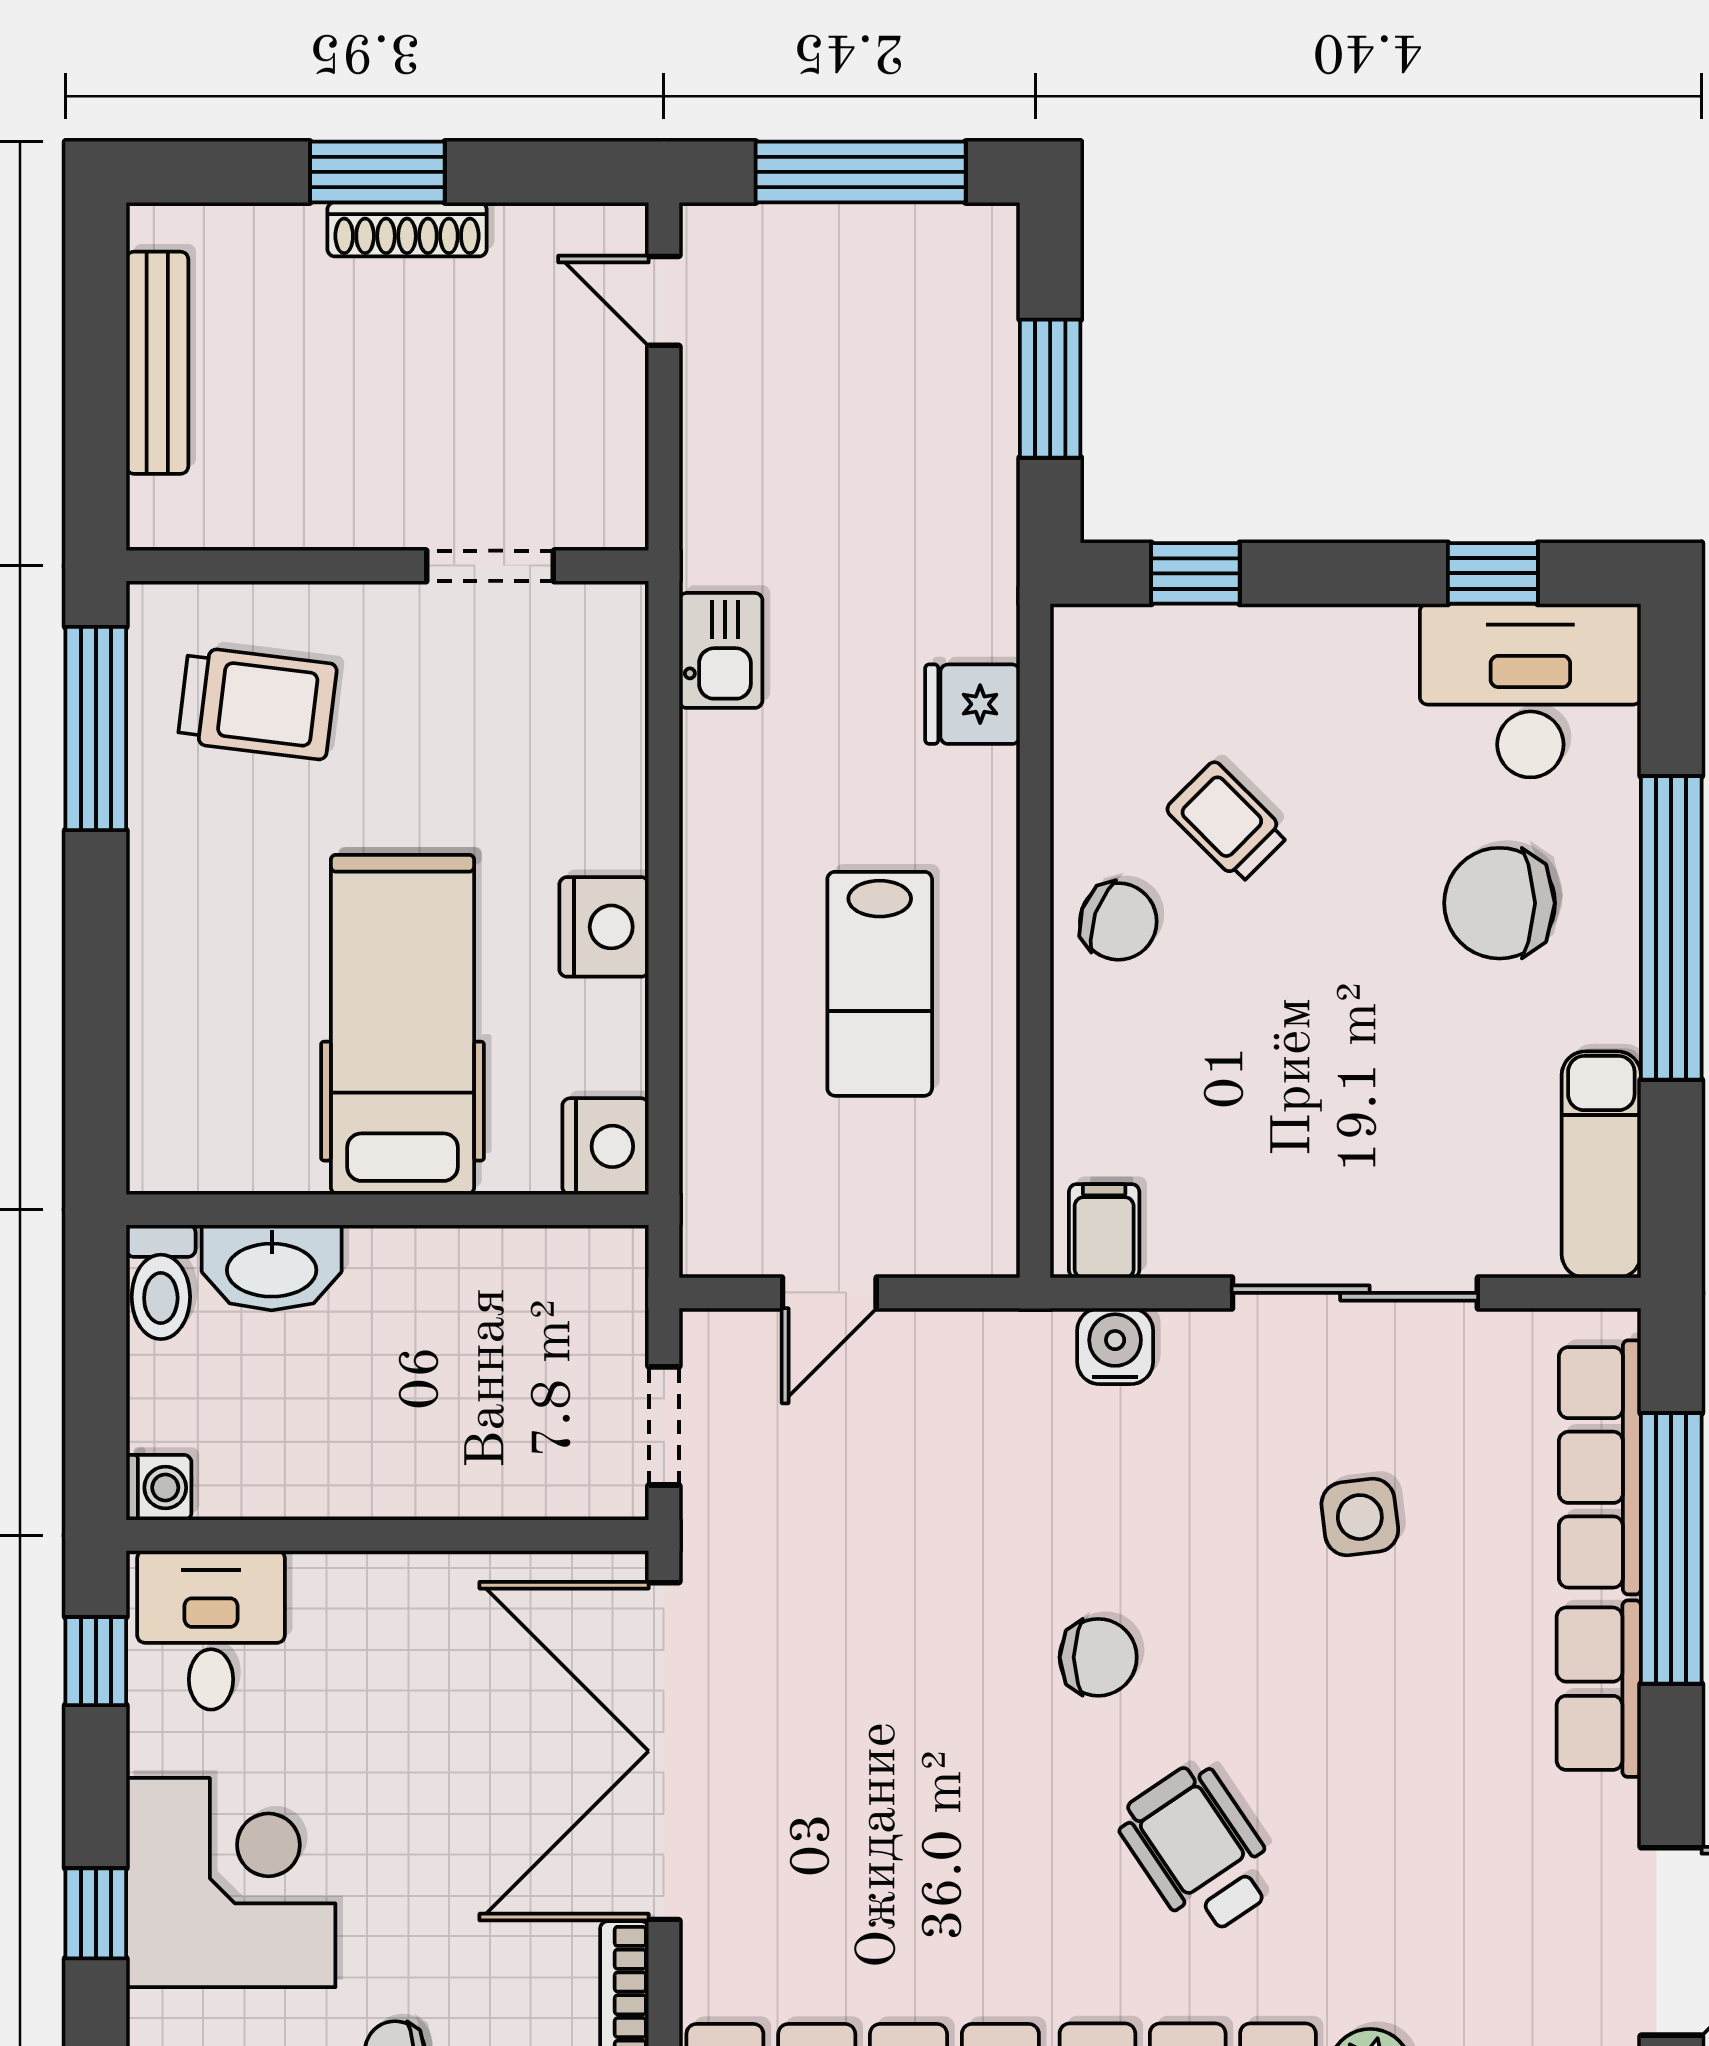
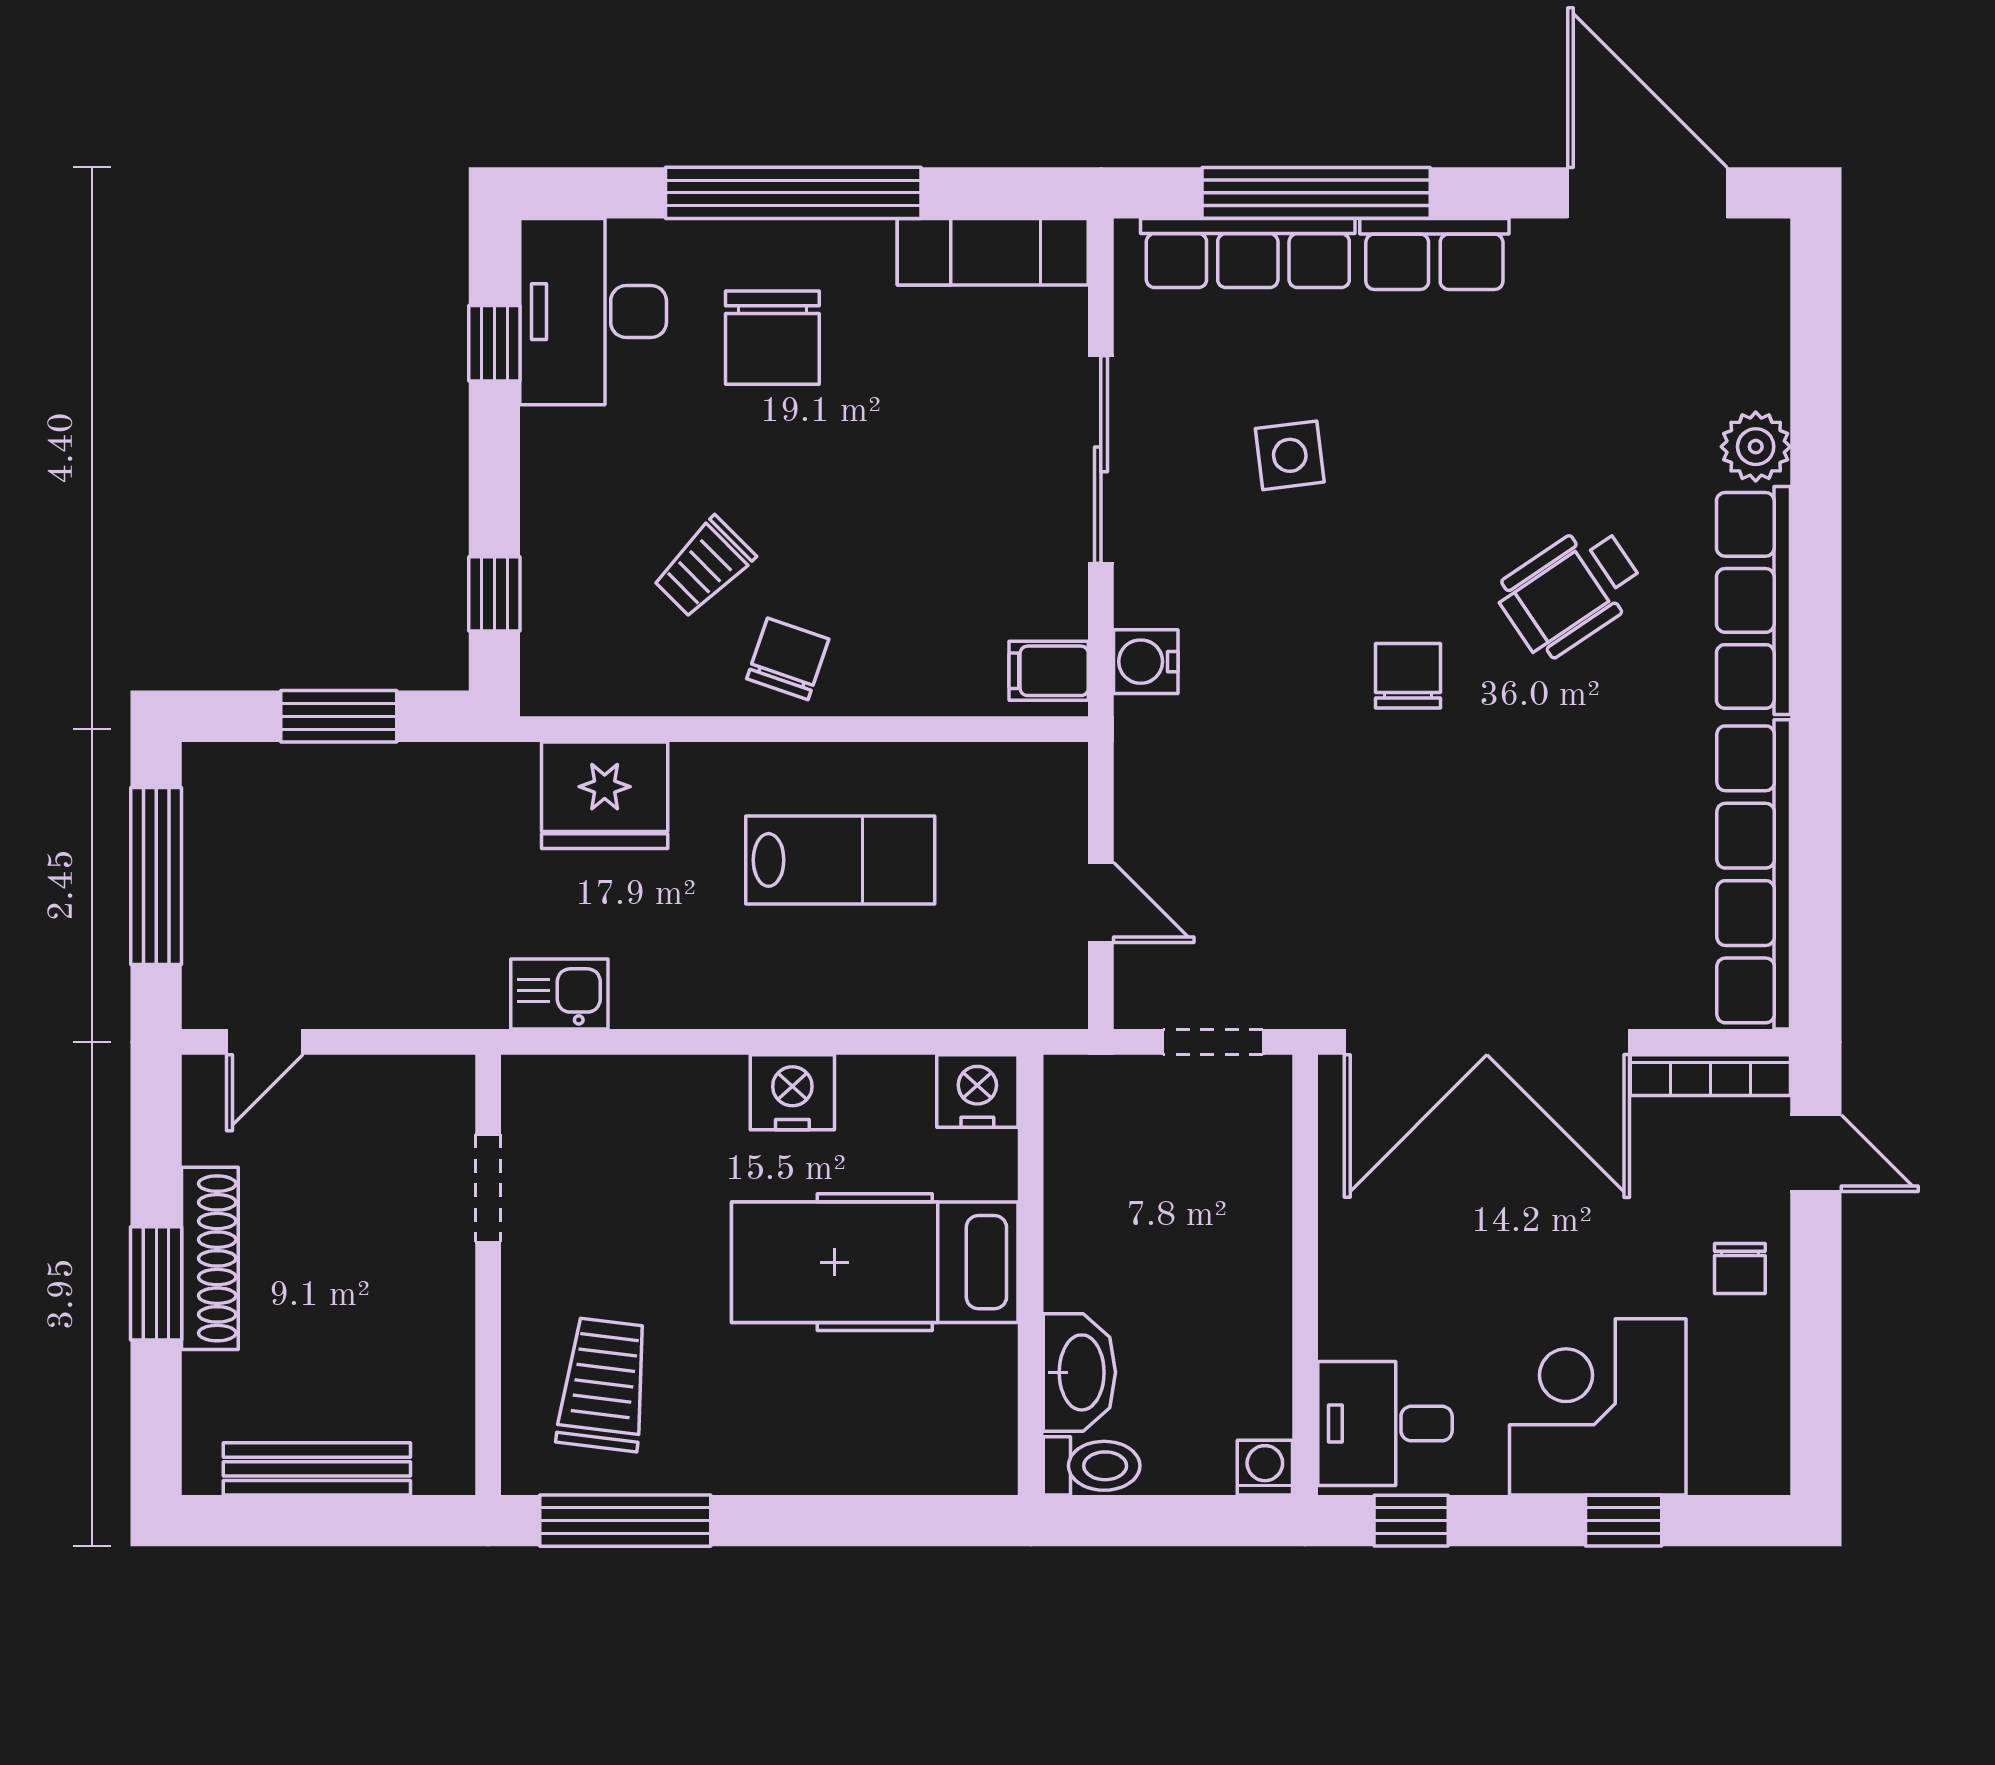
shoe rack: (407, 229) -> (210, 1258), width x1.36, depth x1.24
fridge: (973, 704) -> (605, 795), width x1.88, depth x1.34

